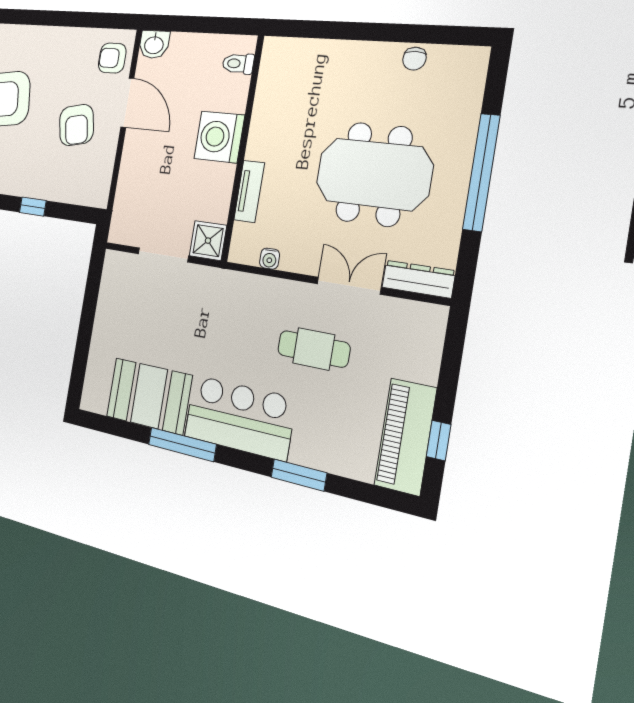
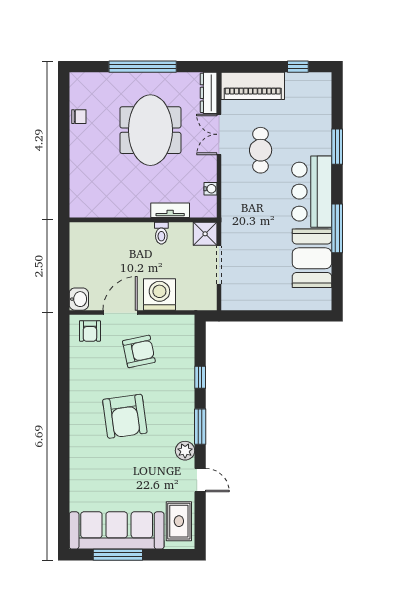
toilet: (238, 64) -> (161, 233), moved
washing machine: (219, 137) -> (159, 294), moved, turned 180
piano: (405, 437) -> (253, 86), moved

